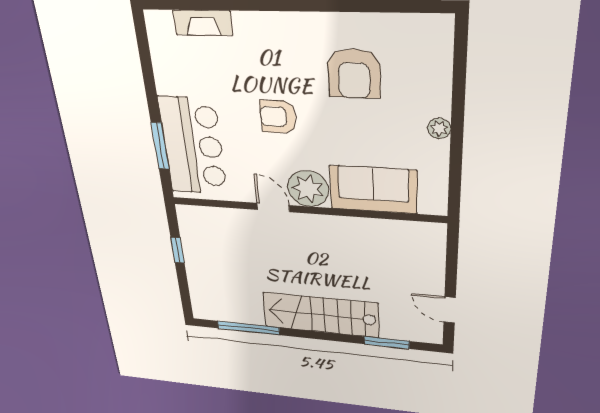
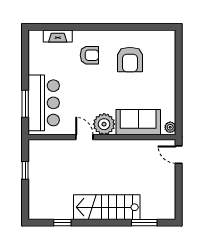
armchair: (278, 117) -> (89, 55), moved, turned 180
plant: (439, 128) -> (170, 127), moved
door: (450, 310) -> (179, 155), moved
window: (248, 328) -> (62, 223), width x0.46

